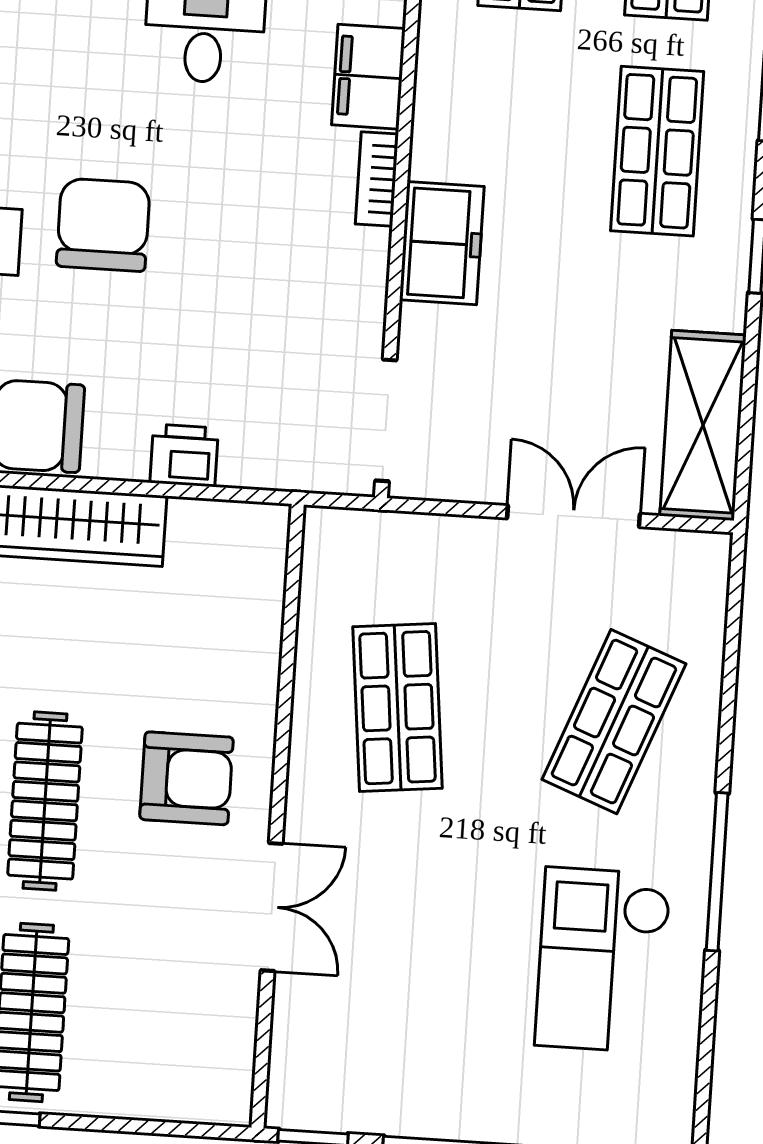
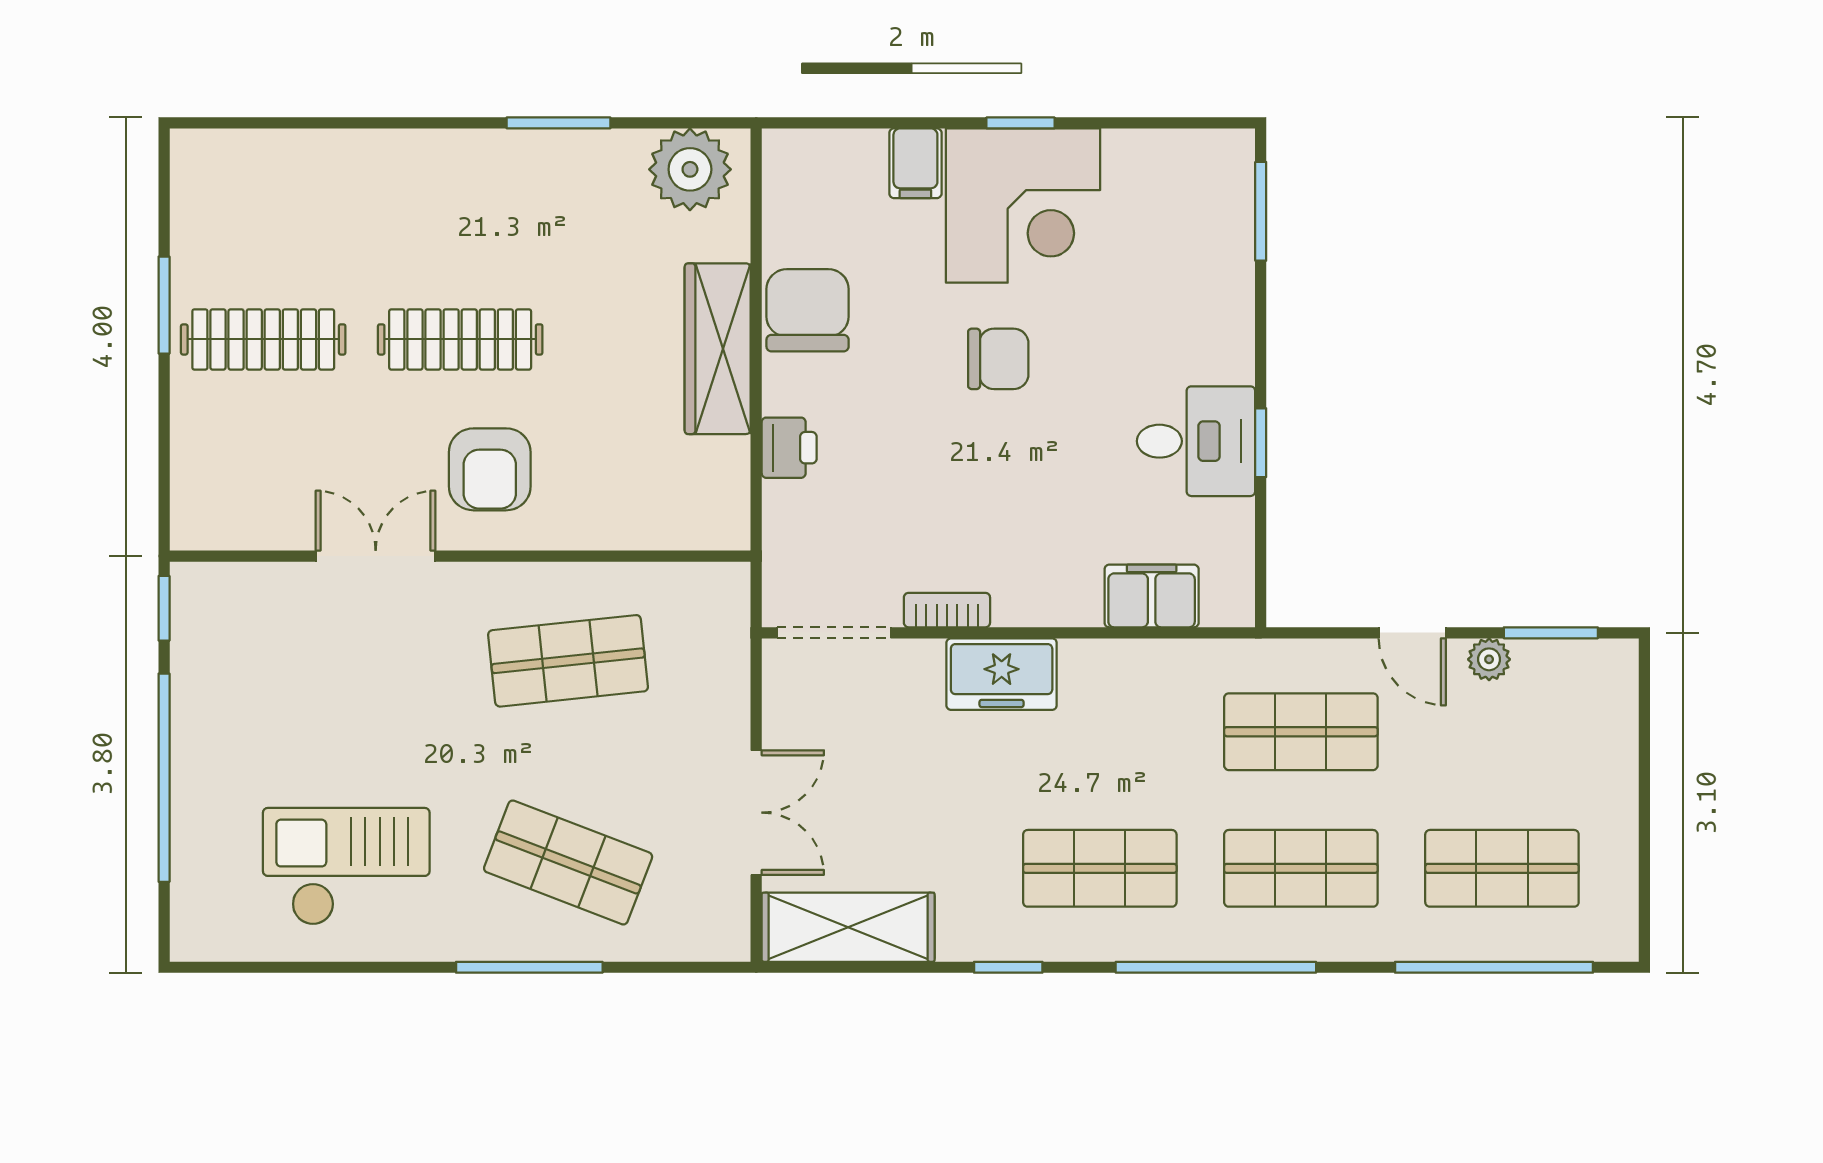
bookcase: (377, 179) -> (947, 610), moved
chair: (103, 225) -> (998, 359), width x0.73, depth x0.73
window: (717, 872) -> (529, 967), moved
double door: (272, 907) -> (376, 556), swing flipped

